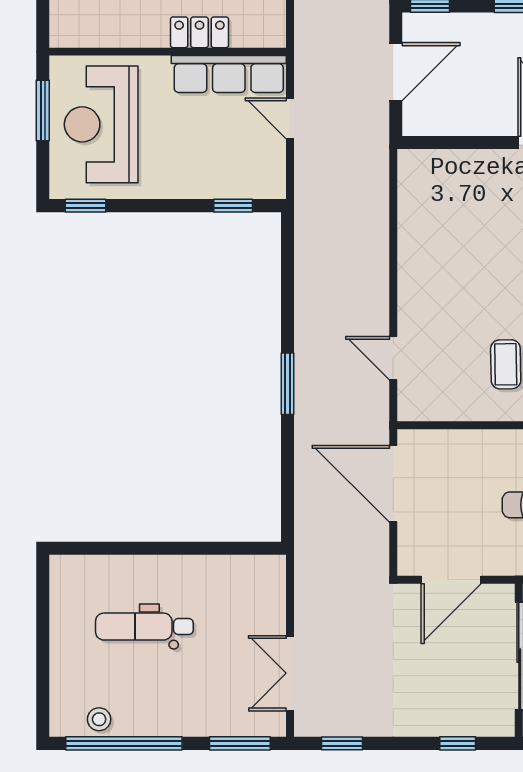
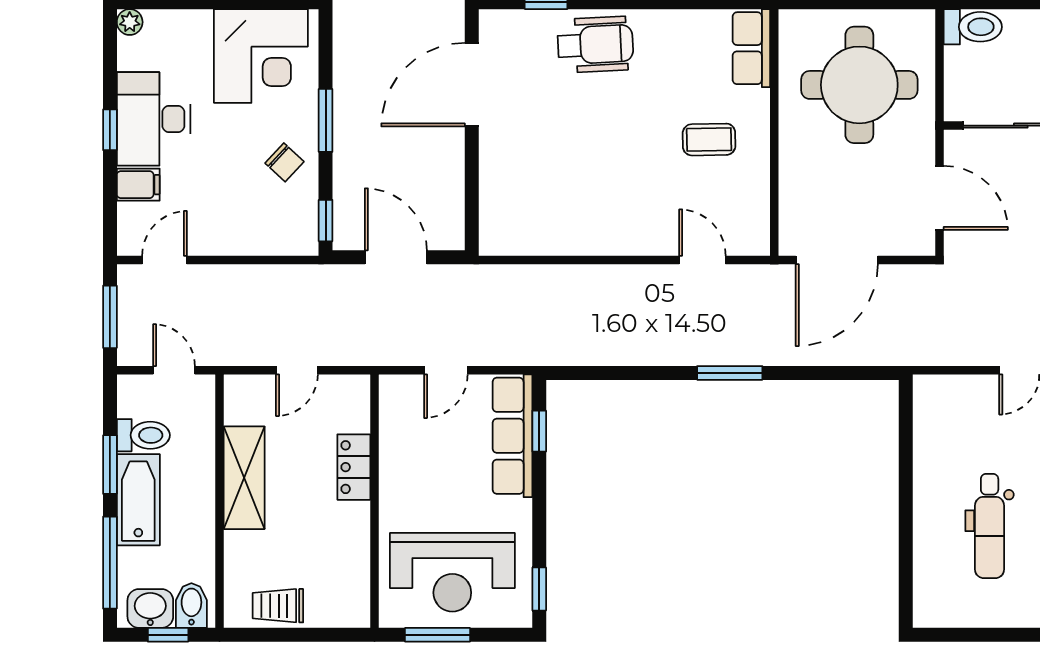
row of seats: (229, 74) -> (512, 436), moved, turned 180
door: (393, 358) -> (702, 260), swing flipped

